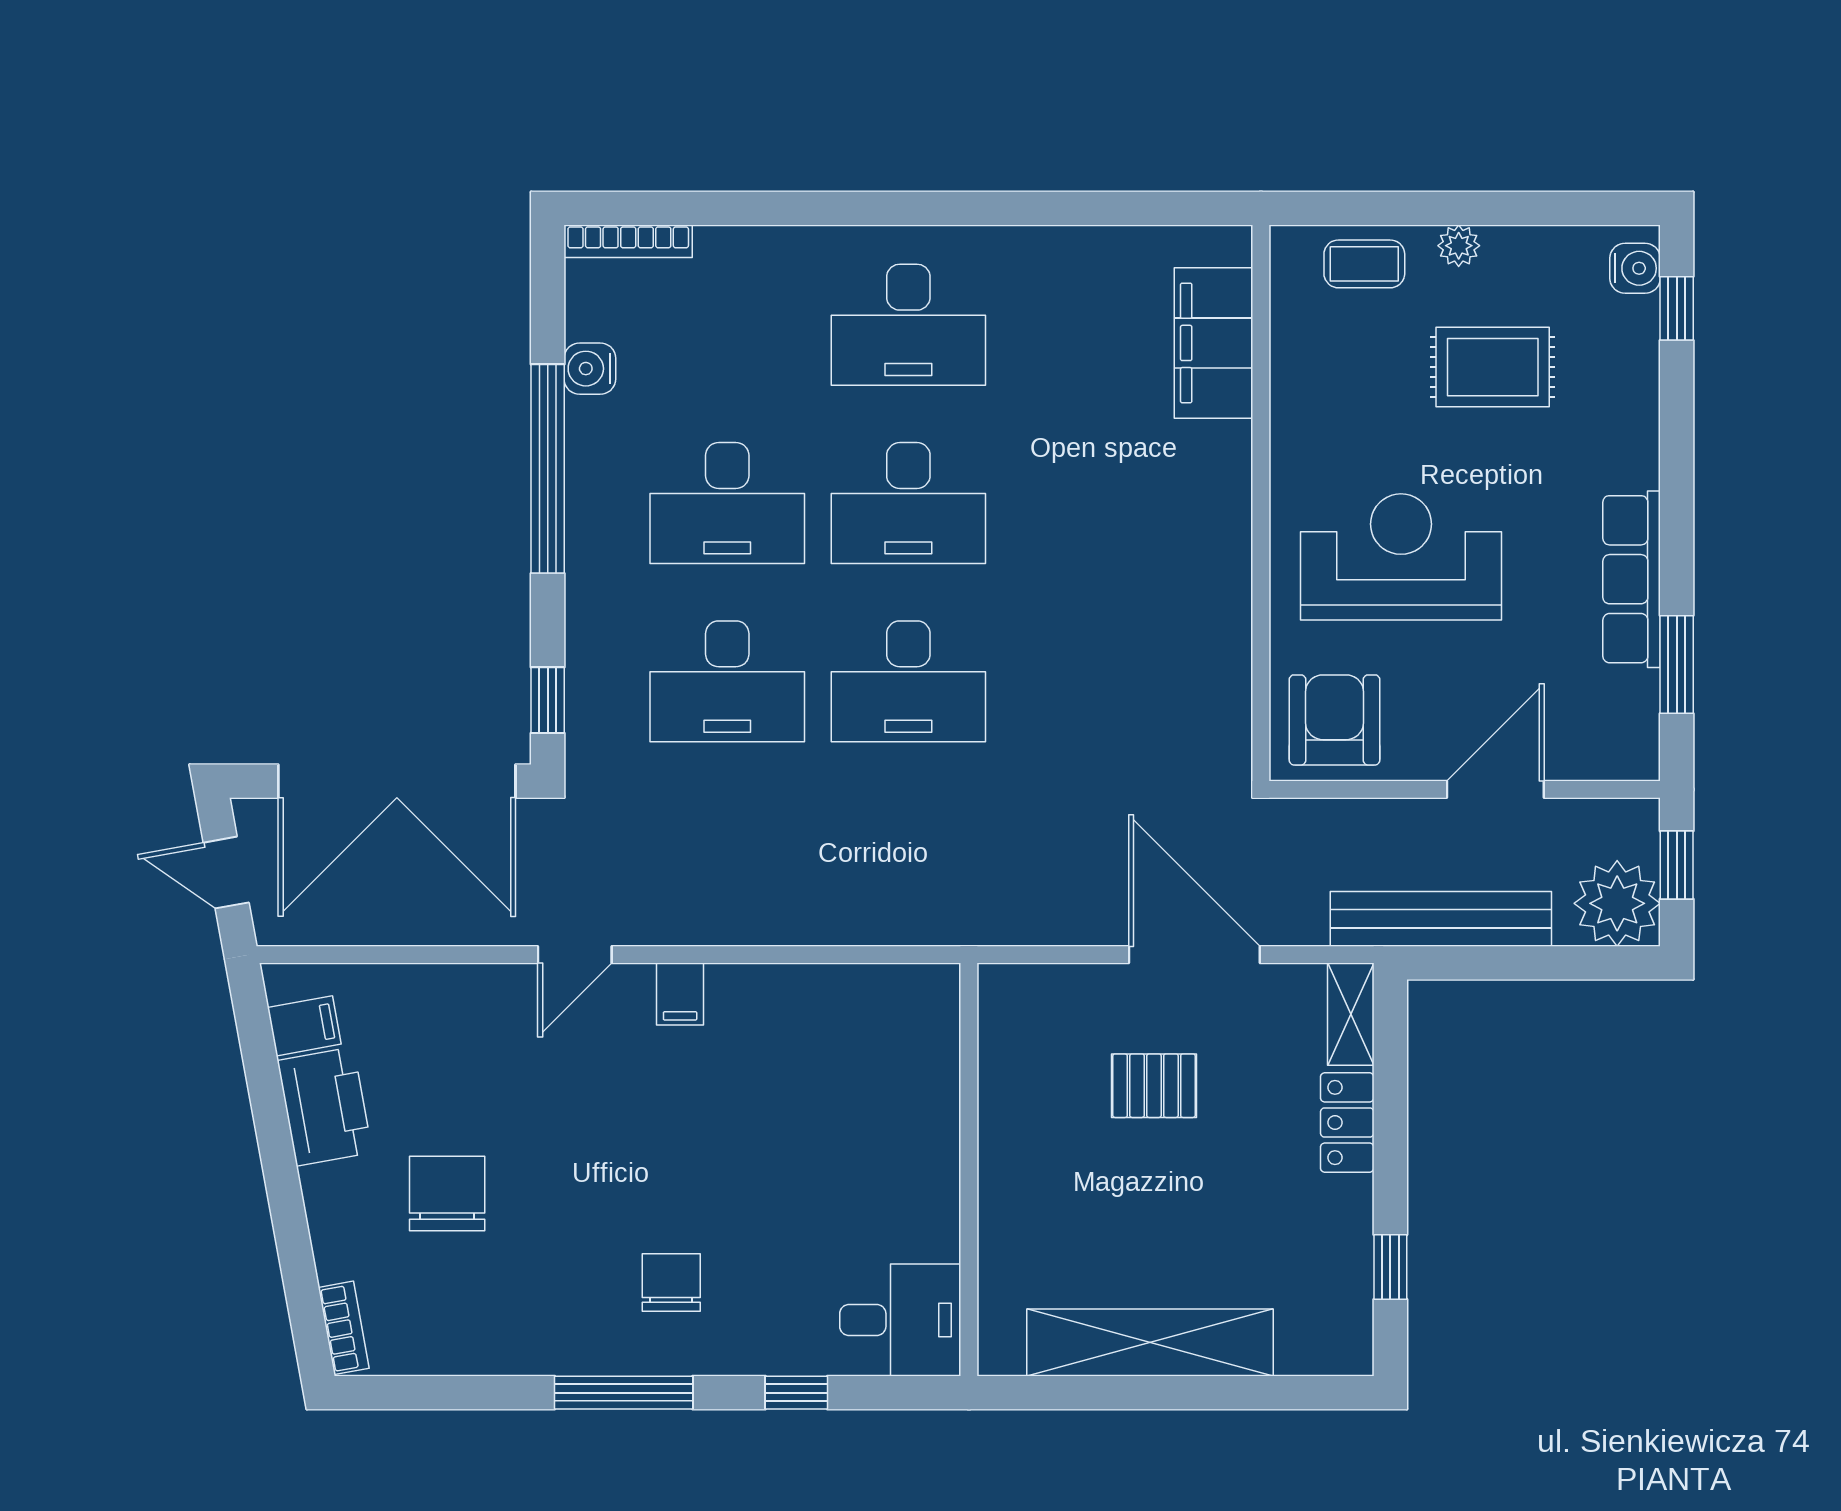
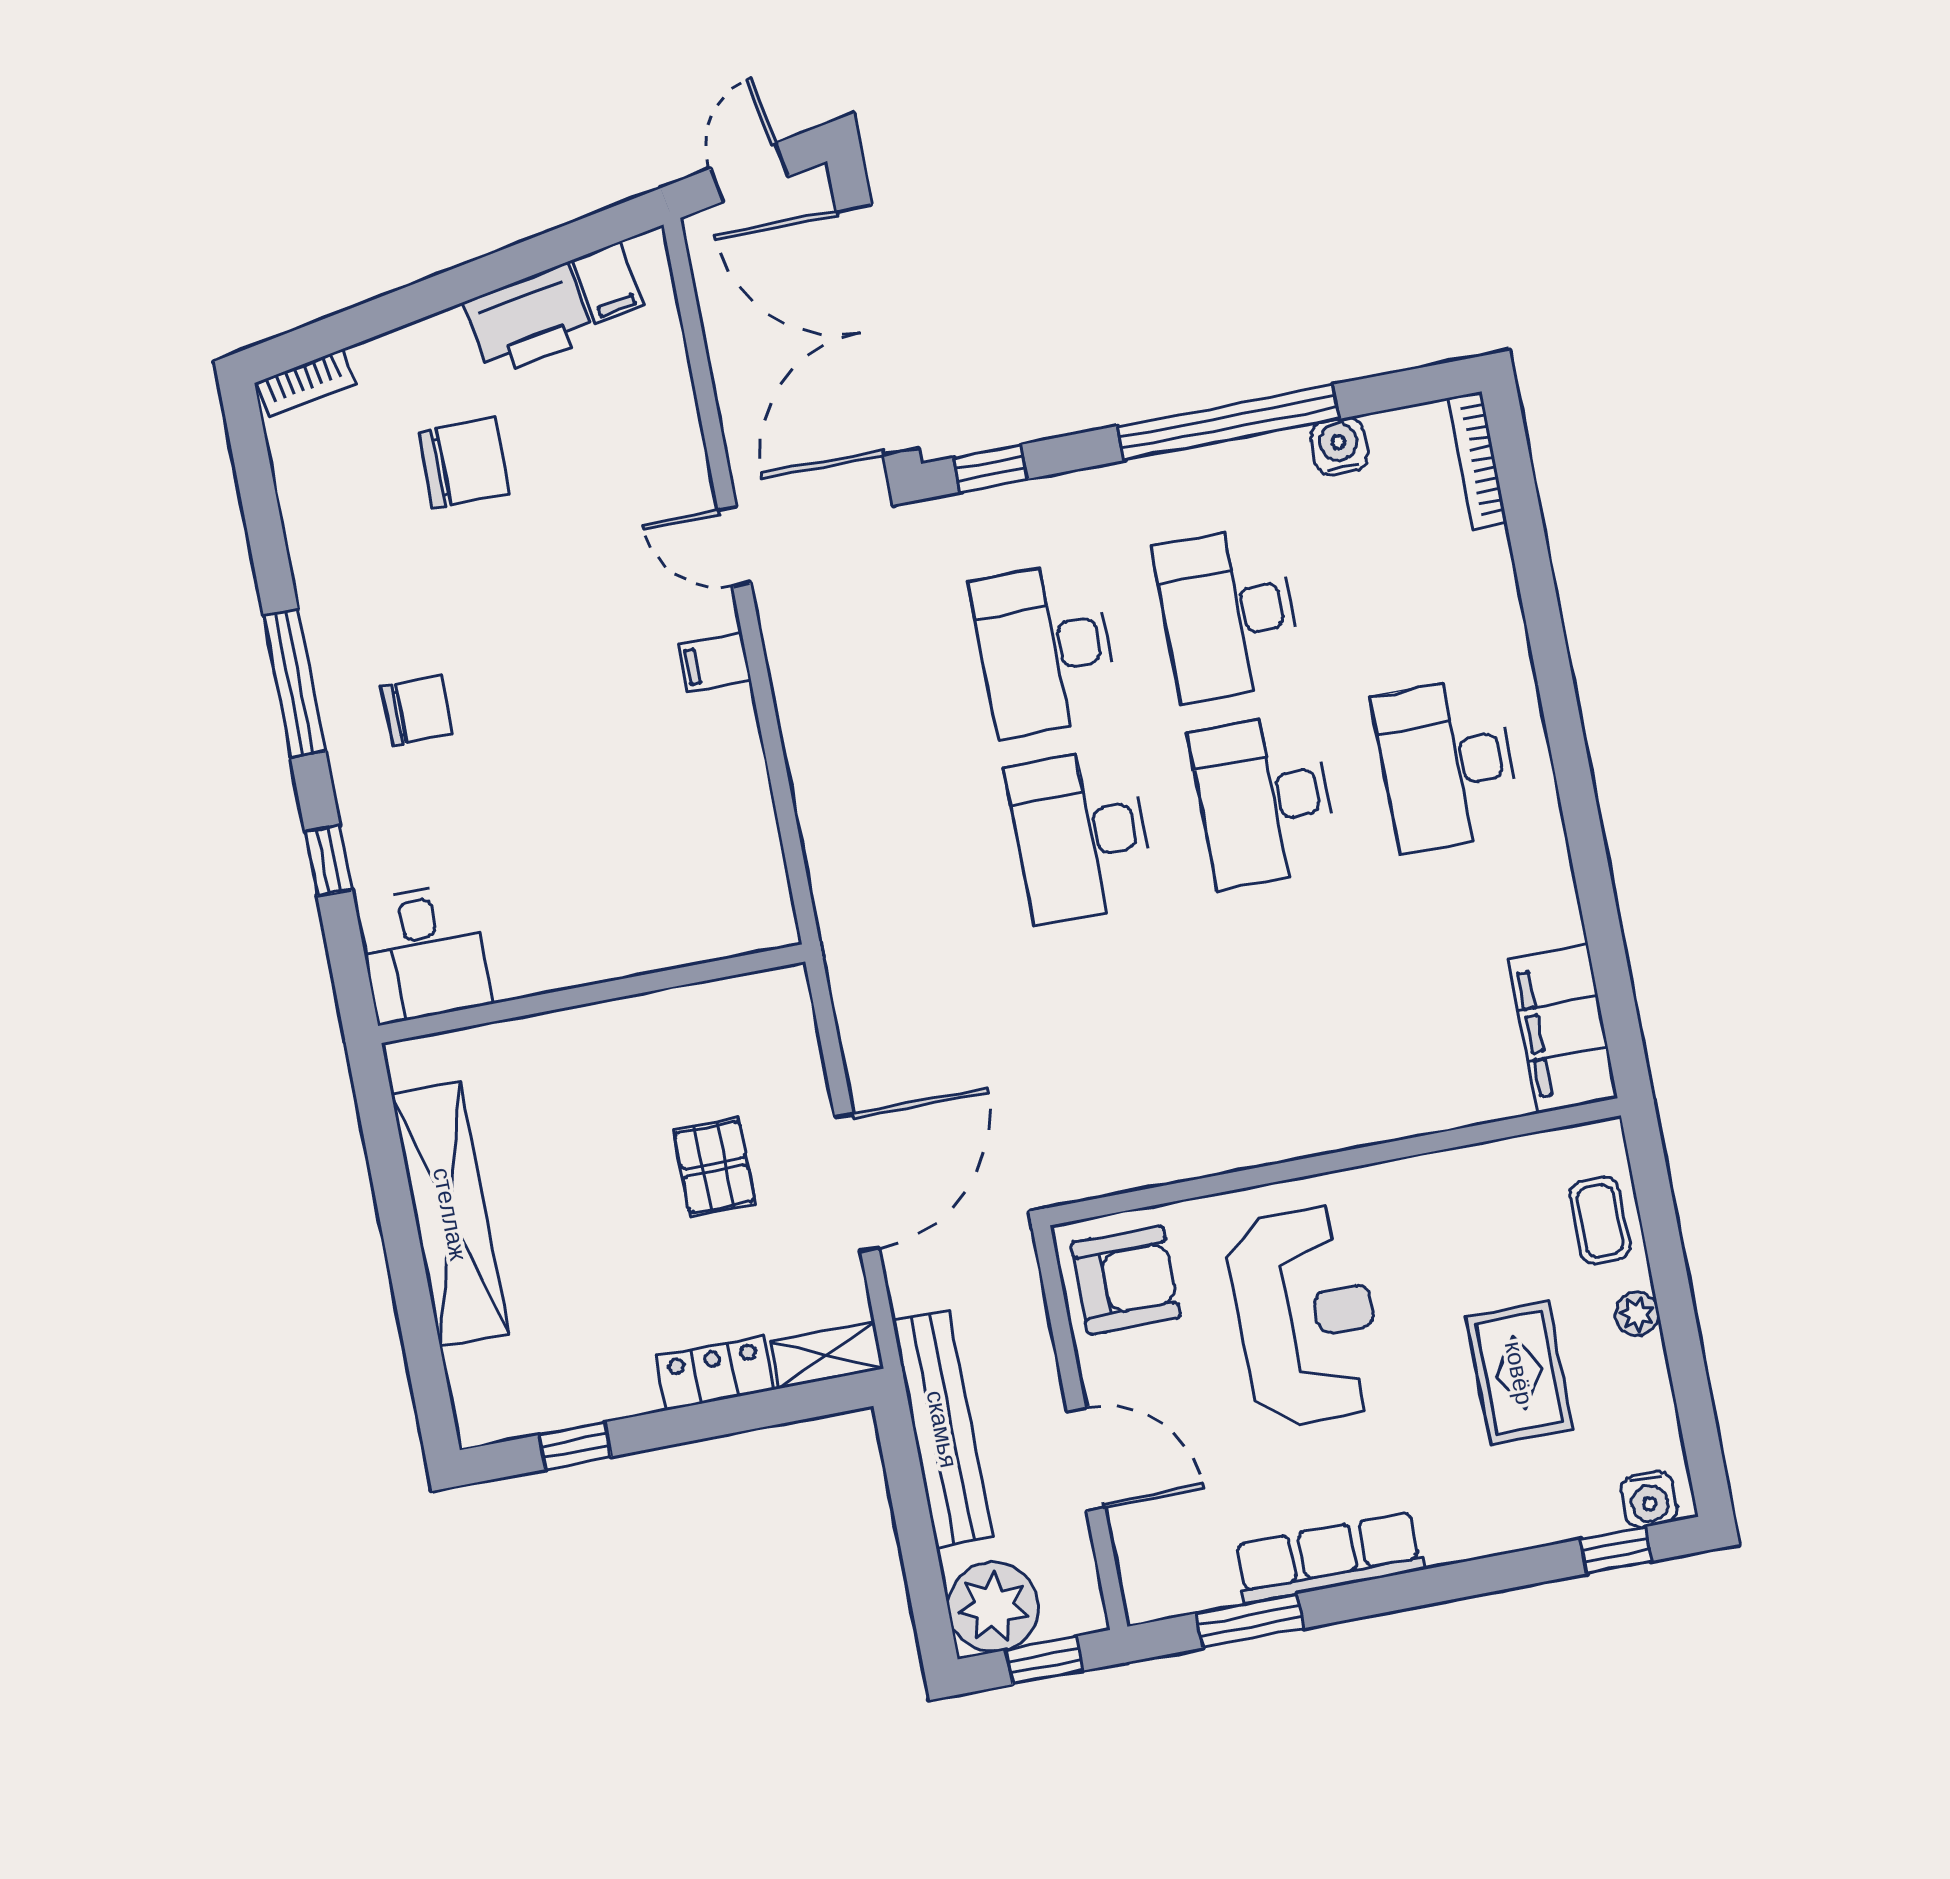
filing cabinet: (1214, 343) -> (1563, 1029), moved, turned -90

